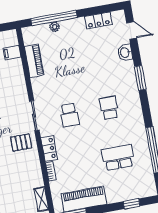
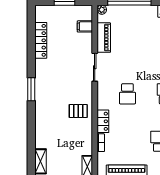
plant: (55, 27) -> (102, 10), moved
sliding door: (34, 116) -> (95, 67), moved

